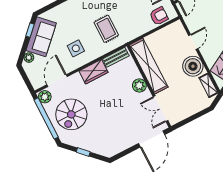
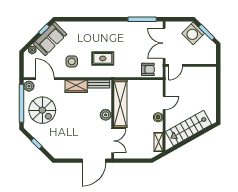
rug: (106, 29) -> (103, 58), turned 90
boiler: (193, 66) -> (158, 117), width x0.54, depth x0.54
door: (57, 81) -> (45, 79), hinge flipped
double door: (161, 109) -> (113, 141), swing flipped
spiral stairs: (71, 114) -> (42, 110), turned -90

